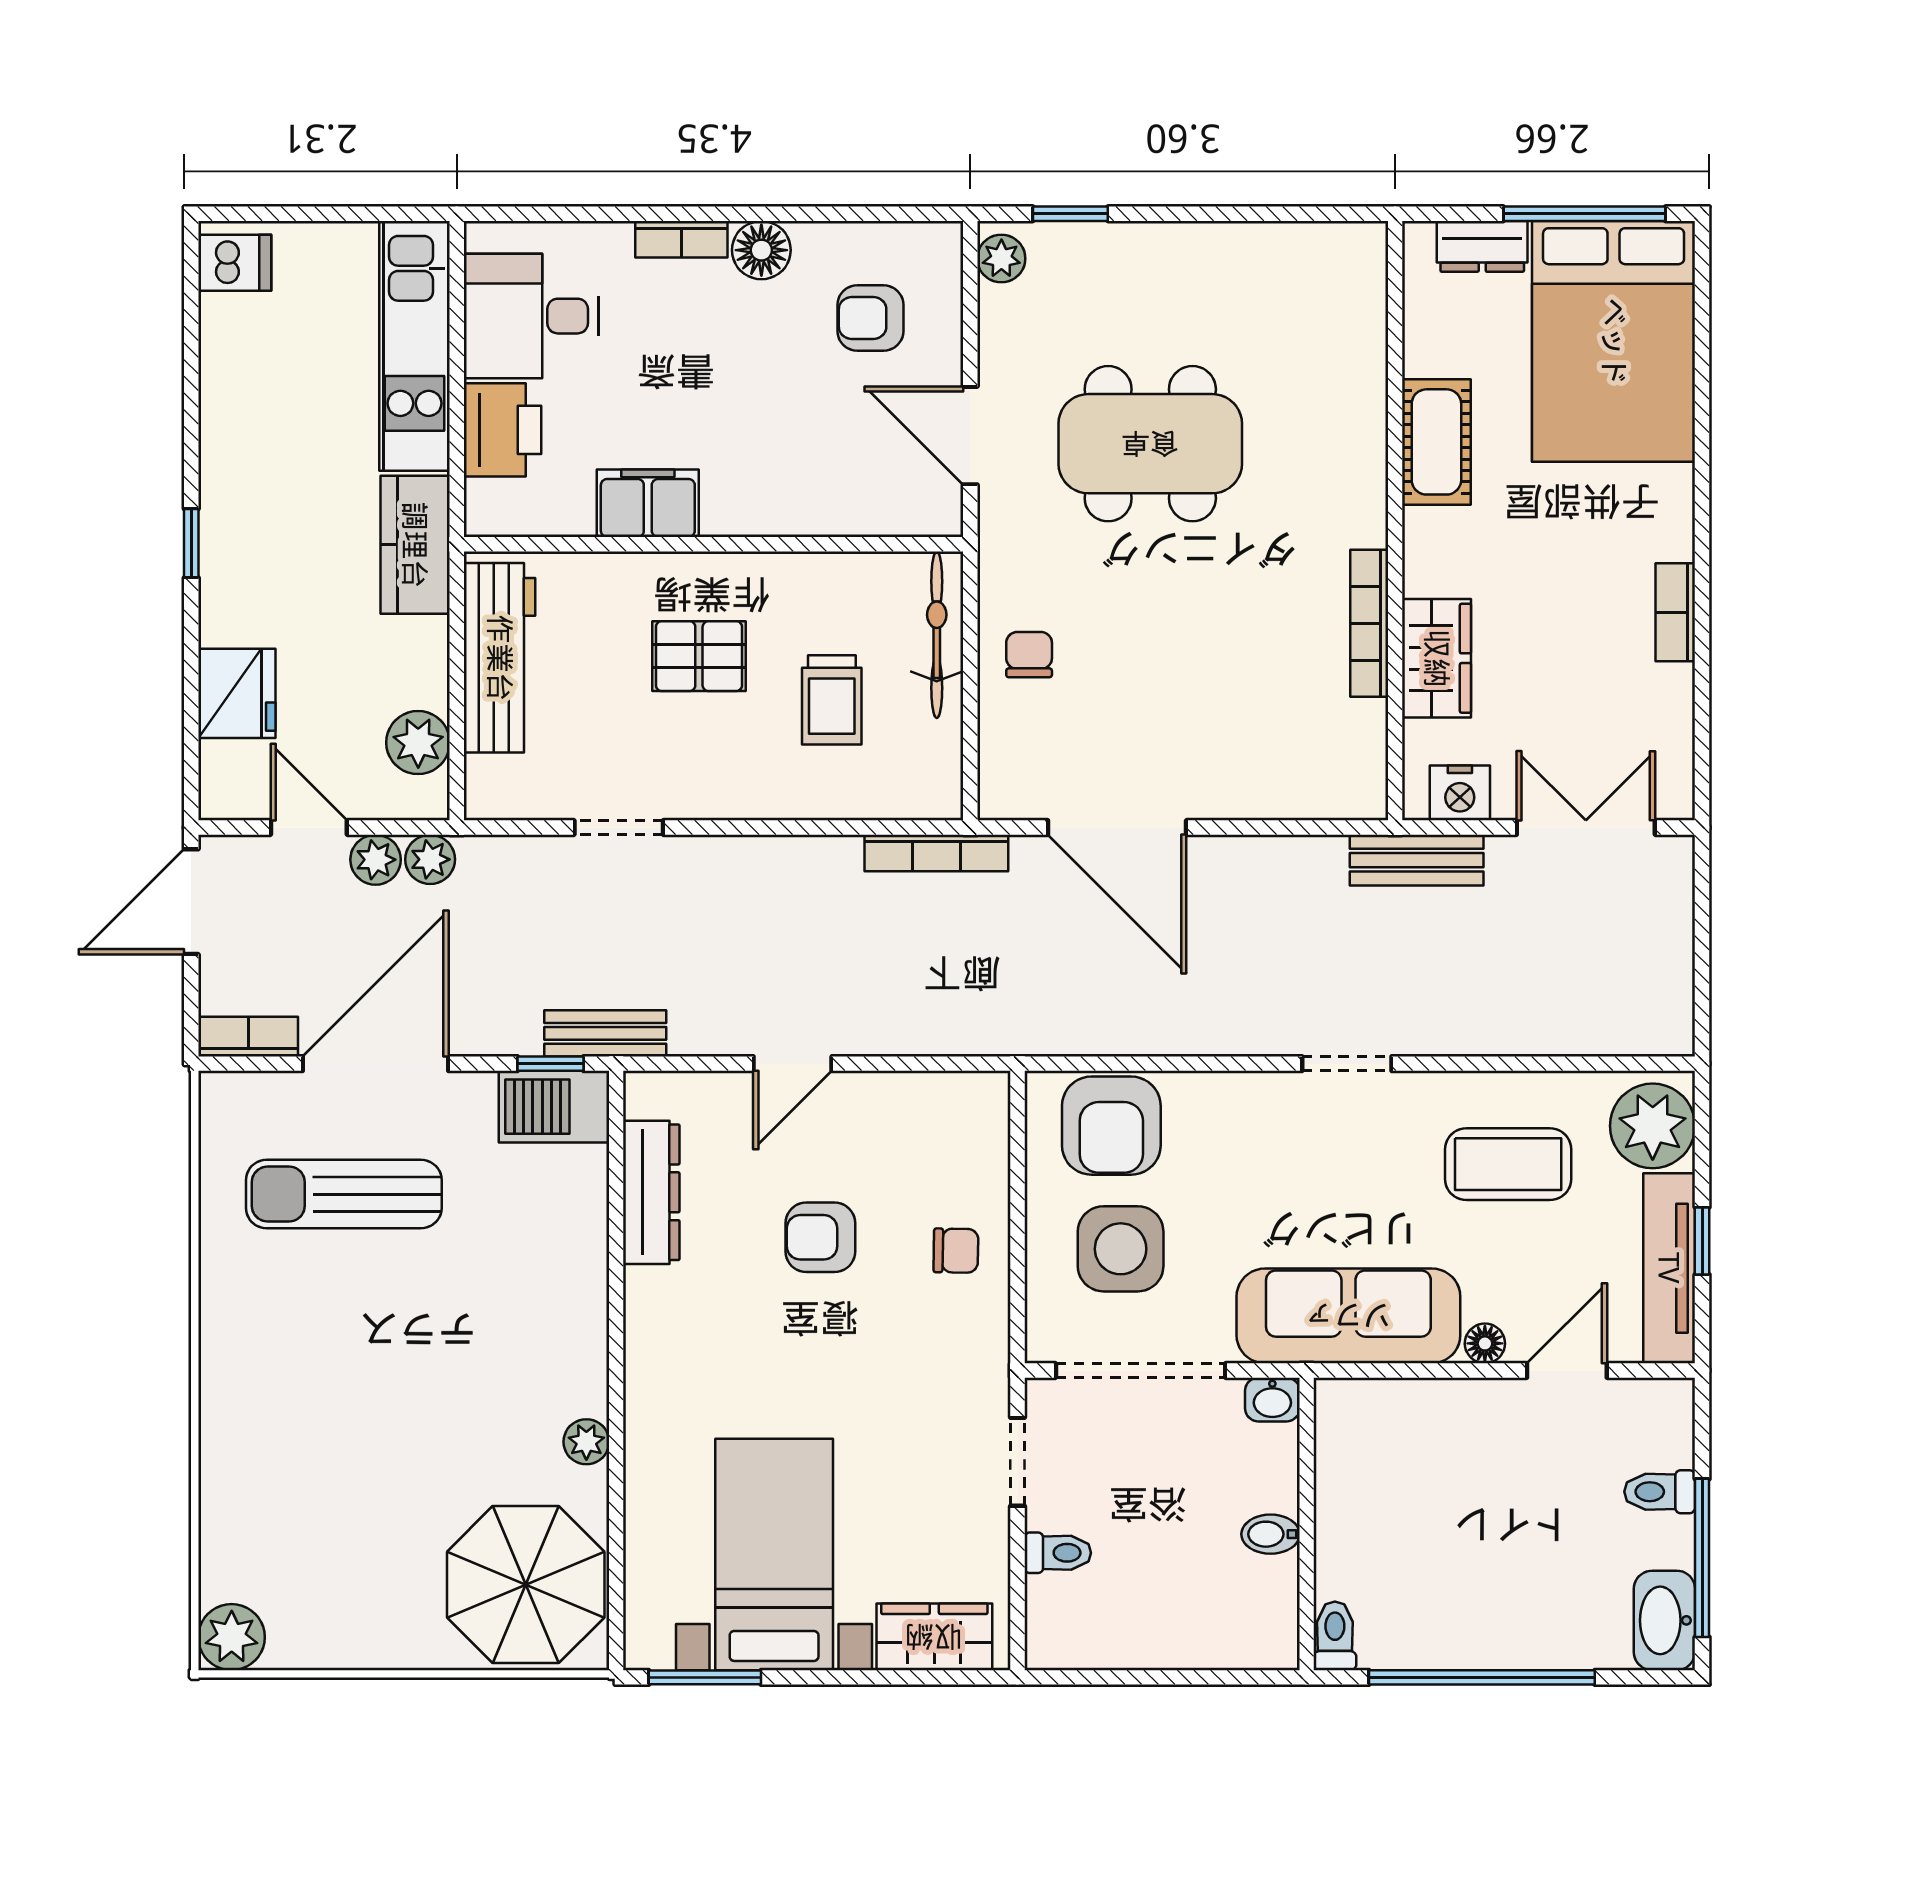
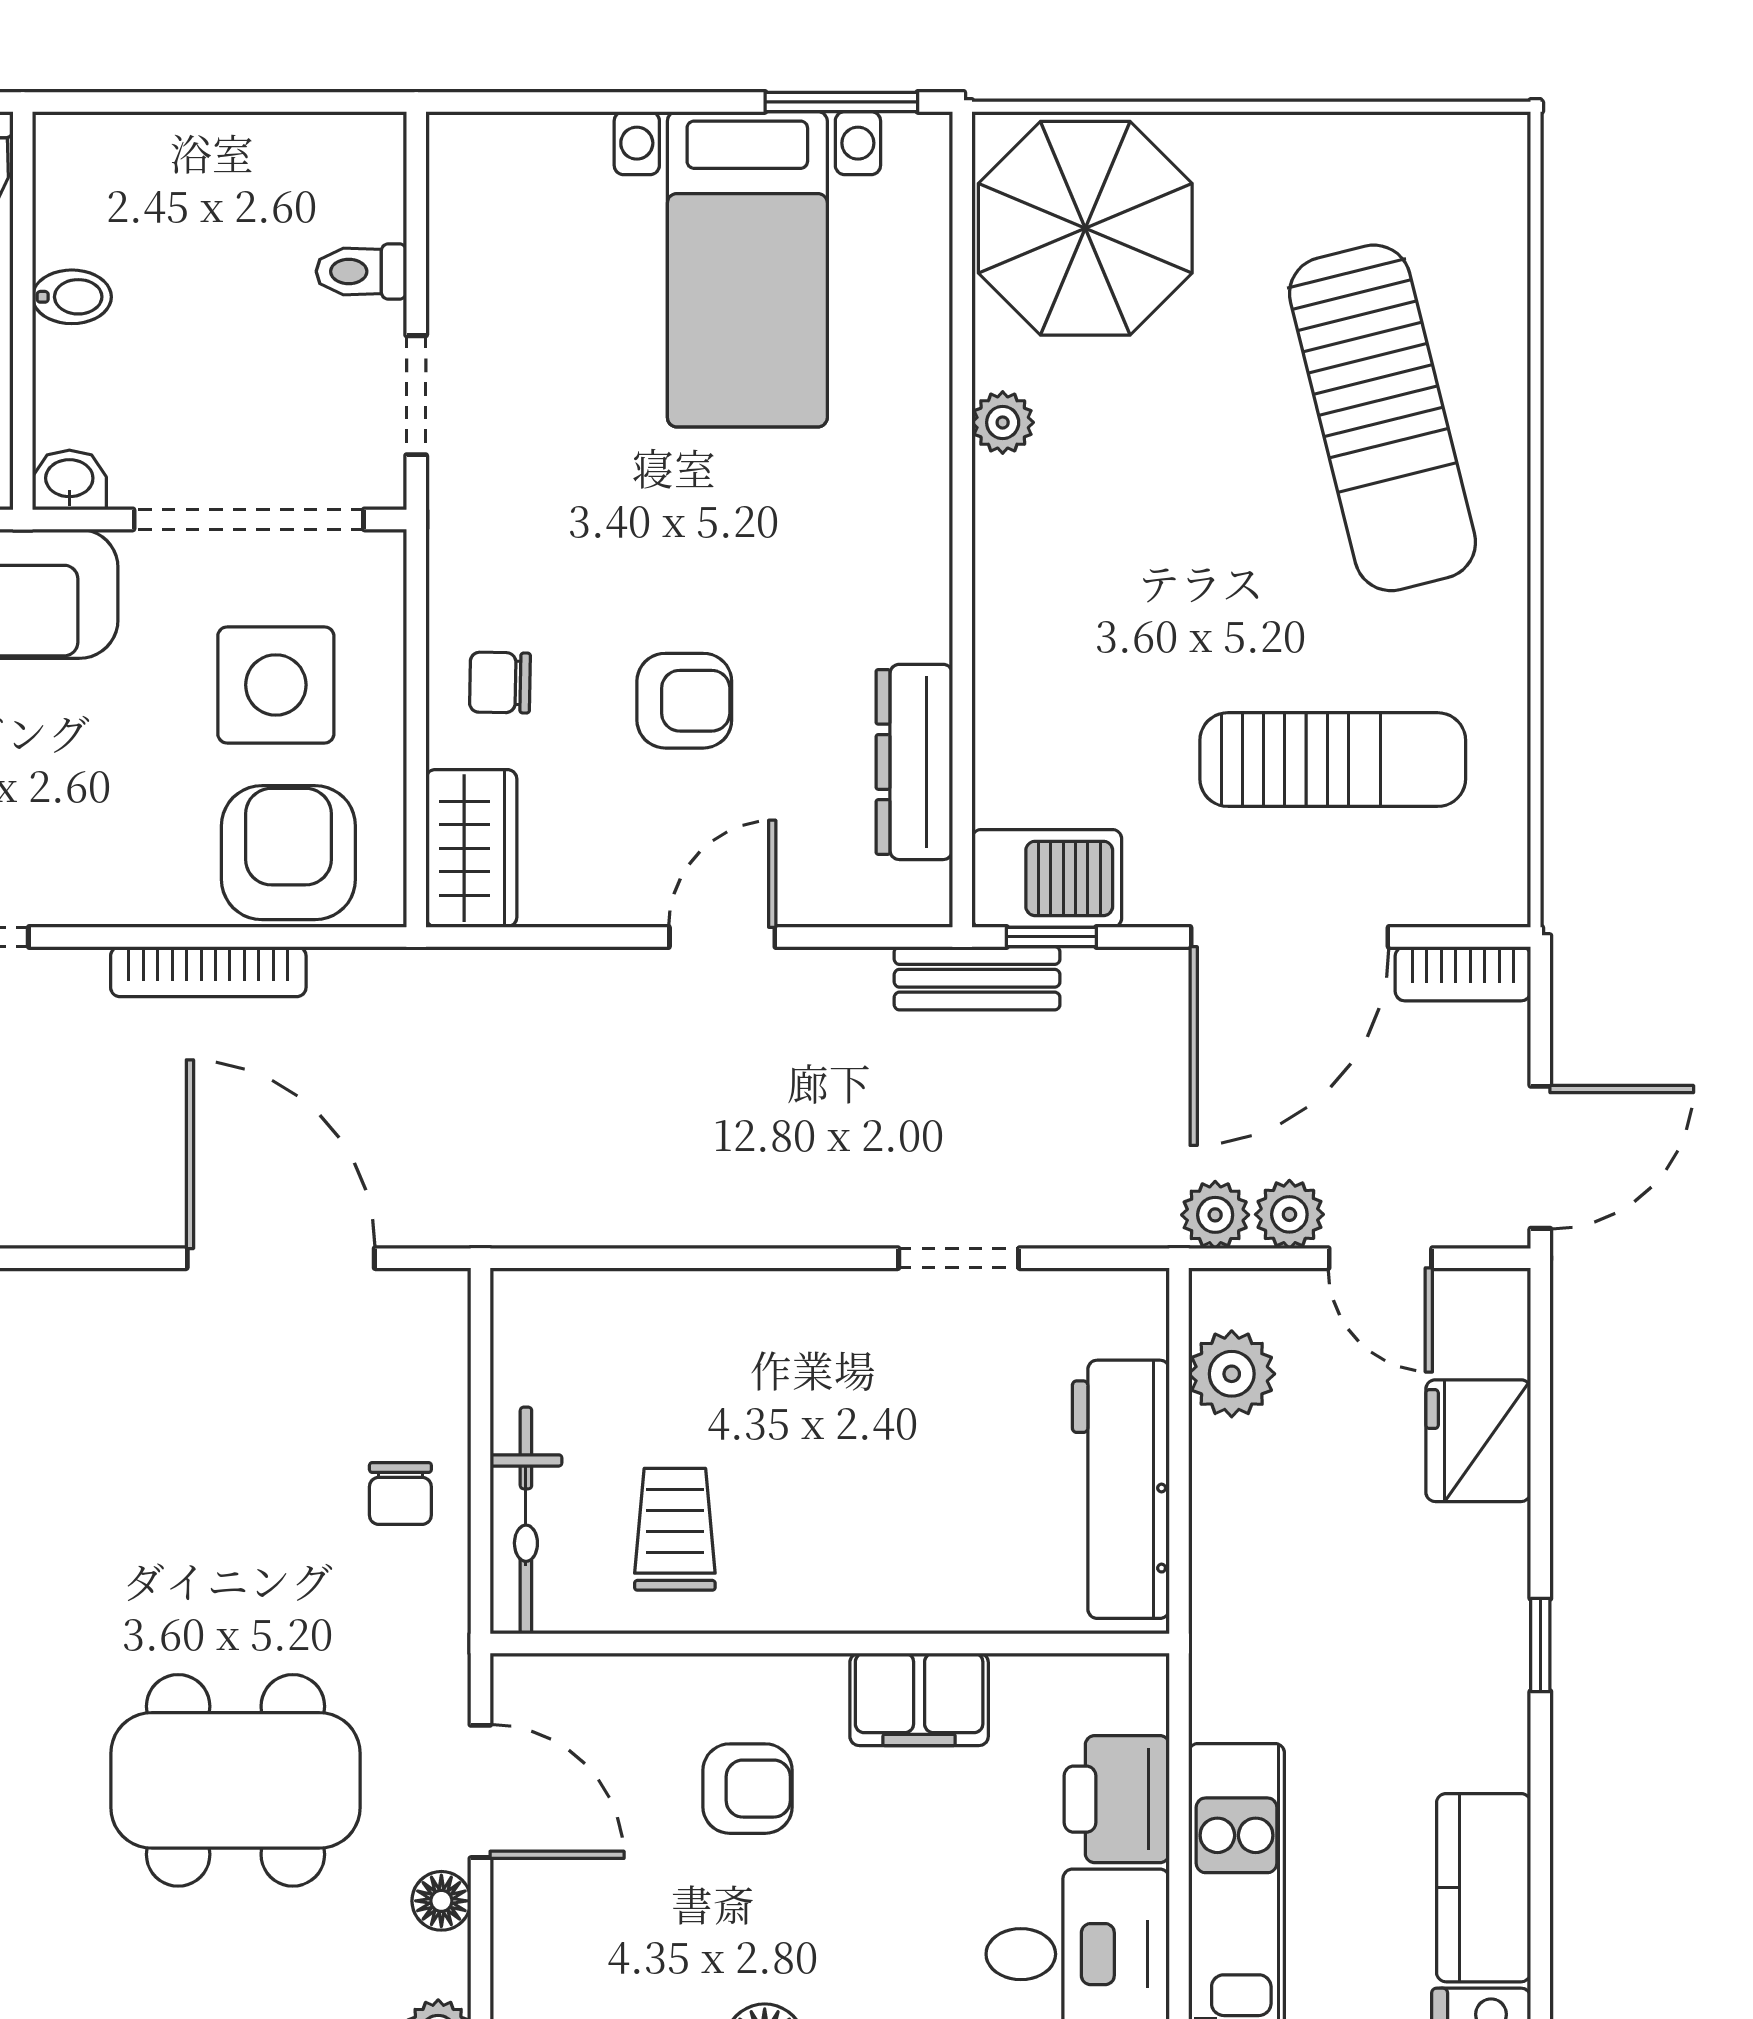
armchair: (870, 318) -> (748, 1789), moved
floor lamp: (999, 355) -> (441, 1901), added
kitchen counter: (415, 545) -> (1484, 1888), moved, turned 180
pallet: (699, 656) -> (849, 1491), removed
trolley: (832, 700) -> (675, 1529), moved
bookcase: (936, 853) -> (208, 972), moved, turned 180
sun lounger: (307, 1445) -> (1383, 418), added
plant: (232, 1637) -> (1485, 157), removed
wardrobe: (934, 1637) -> (471, 848), moved, turned -90

